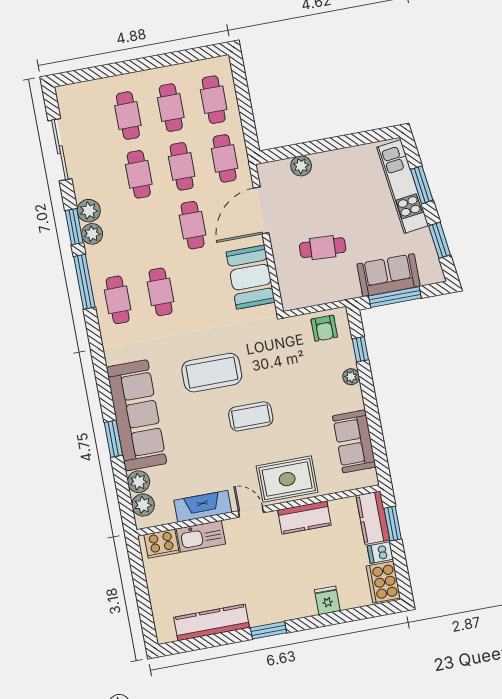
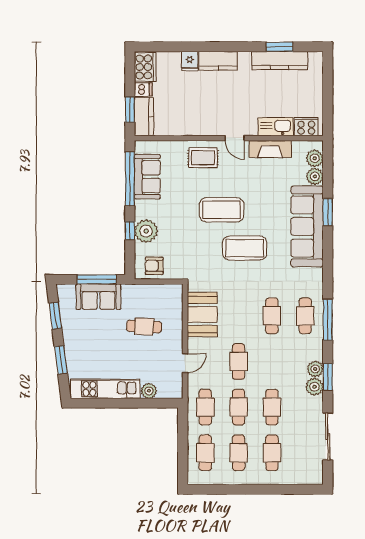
kitchen unit: (403, 186) -> (105, 389), moved, turned -83
door: (261, 210) -> (185, 363), width x0.53
window: (84, 282) -> (328, 320), moved
armchair: (324, 328) -> (154, 266), turned -90
window: (360, 349) -> (130, 231), moved
plant: (351, 377) -> (146, 231), width x1.87, depth x1.87
coffee table: (251, 416) -> (222, 210), width x1.36, depth x1.32
window: (376, 434) -> (130, 179), added
rug: (287, 479) -> (203, 158), width x0.73, depth x0.70
kitchen counter: (304, 518) -> (218, 61), moved, turned 180
window: (268, 630) -> (280, 47), moved

